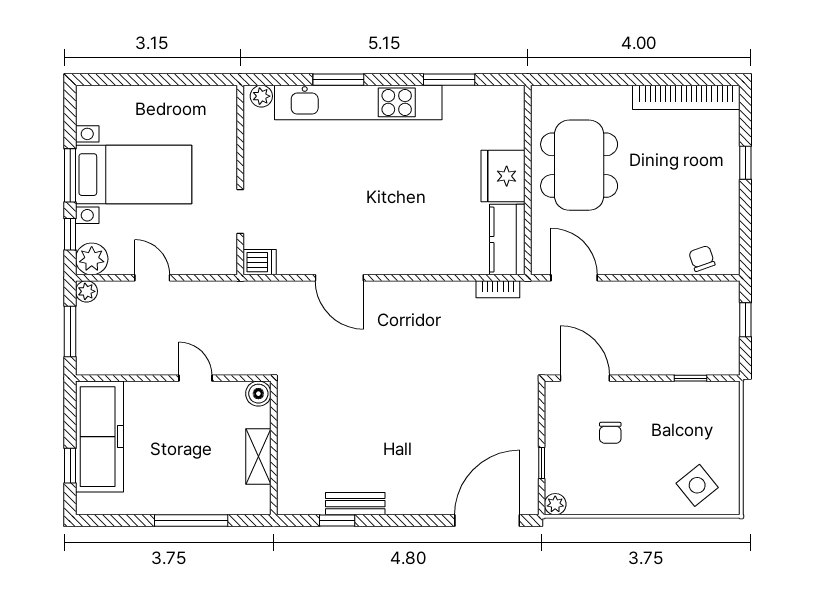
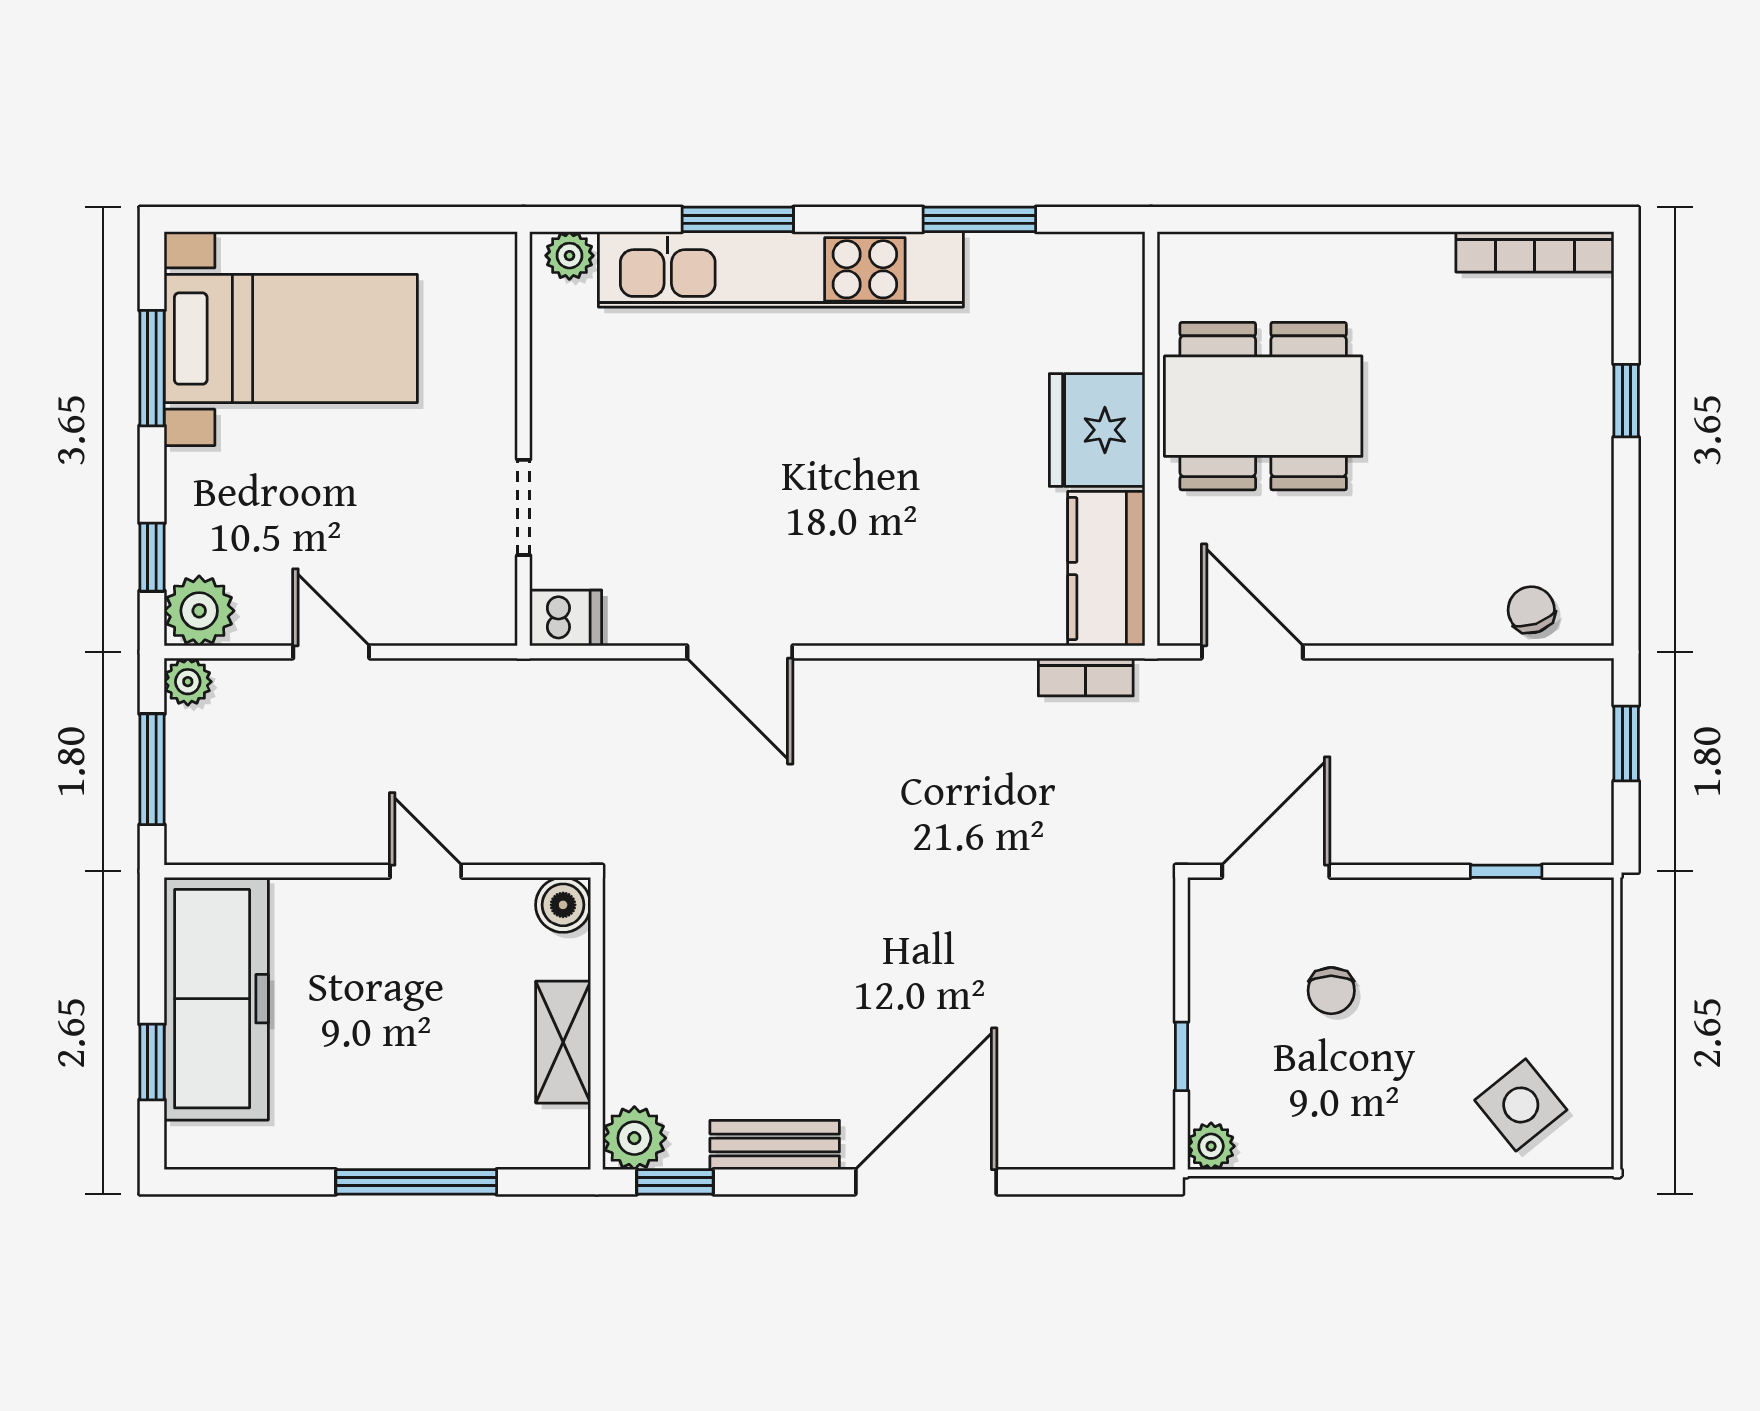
bookcase: (686, 97) -> (1535, 252), width x0.68, depth x0.76
dining table: (579, 165) -> (1263, 406), turned 90
window: (70, 175) -> (152, 368), moved
bed with nightstands: (134, 175) -> (291, 339), moved
door: (585, 378) -> (1276, 871), hinge flipped
plant: (291, 500) -> (634, 1138), added
window: (337, 521) -> (675, 1182), moved
door: (487, 521) -> (926, 1182), moved

